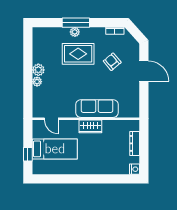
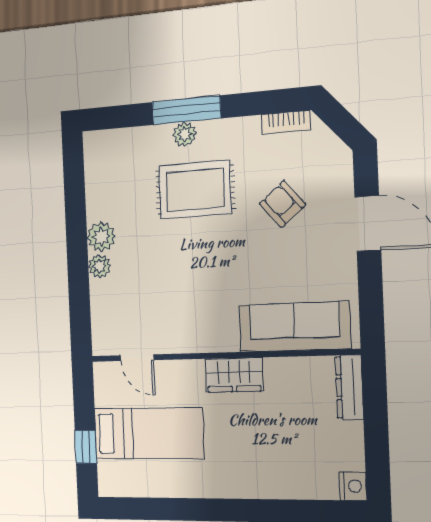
sofa: (97, 109) -> (294, 327), moved
dresser: (135, 143) -> (349, 387), moved

